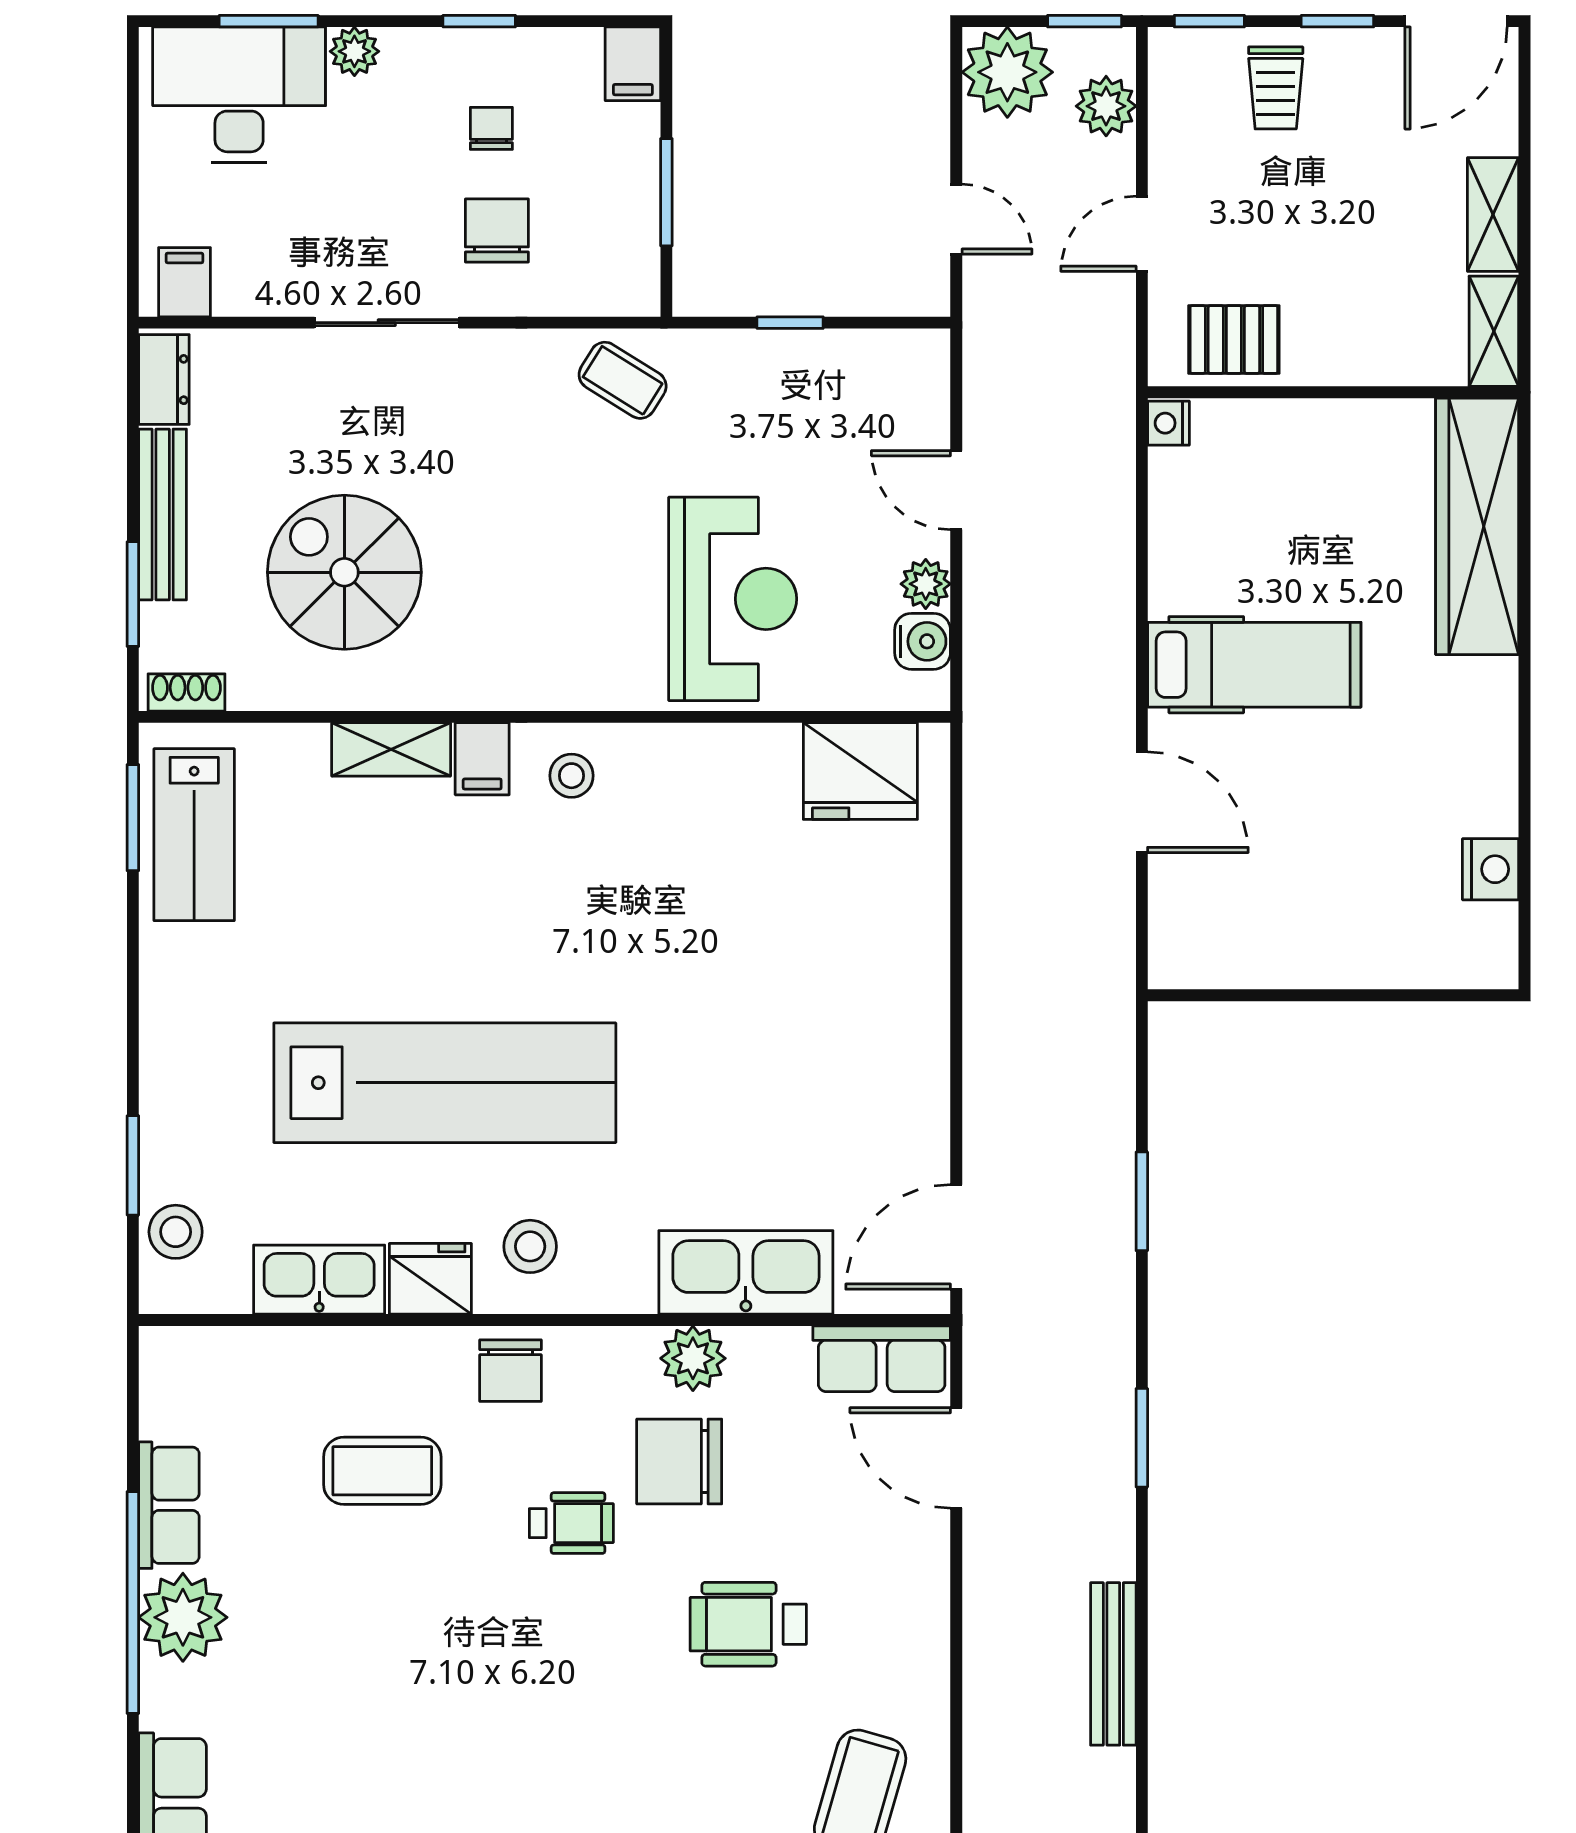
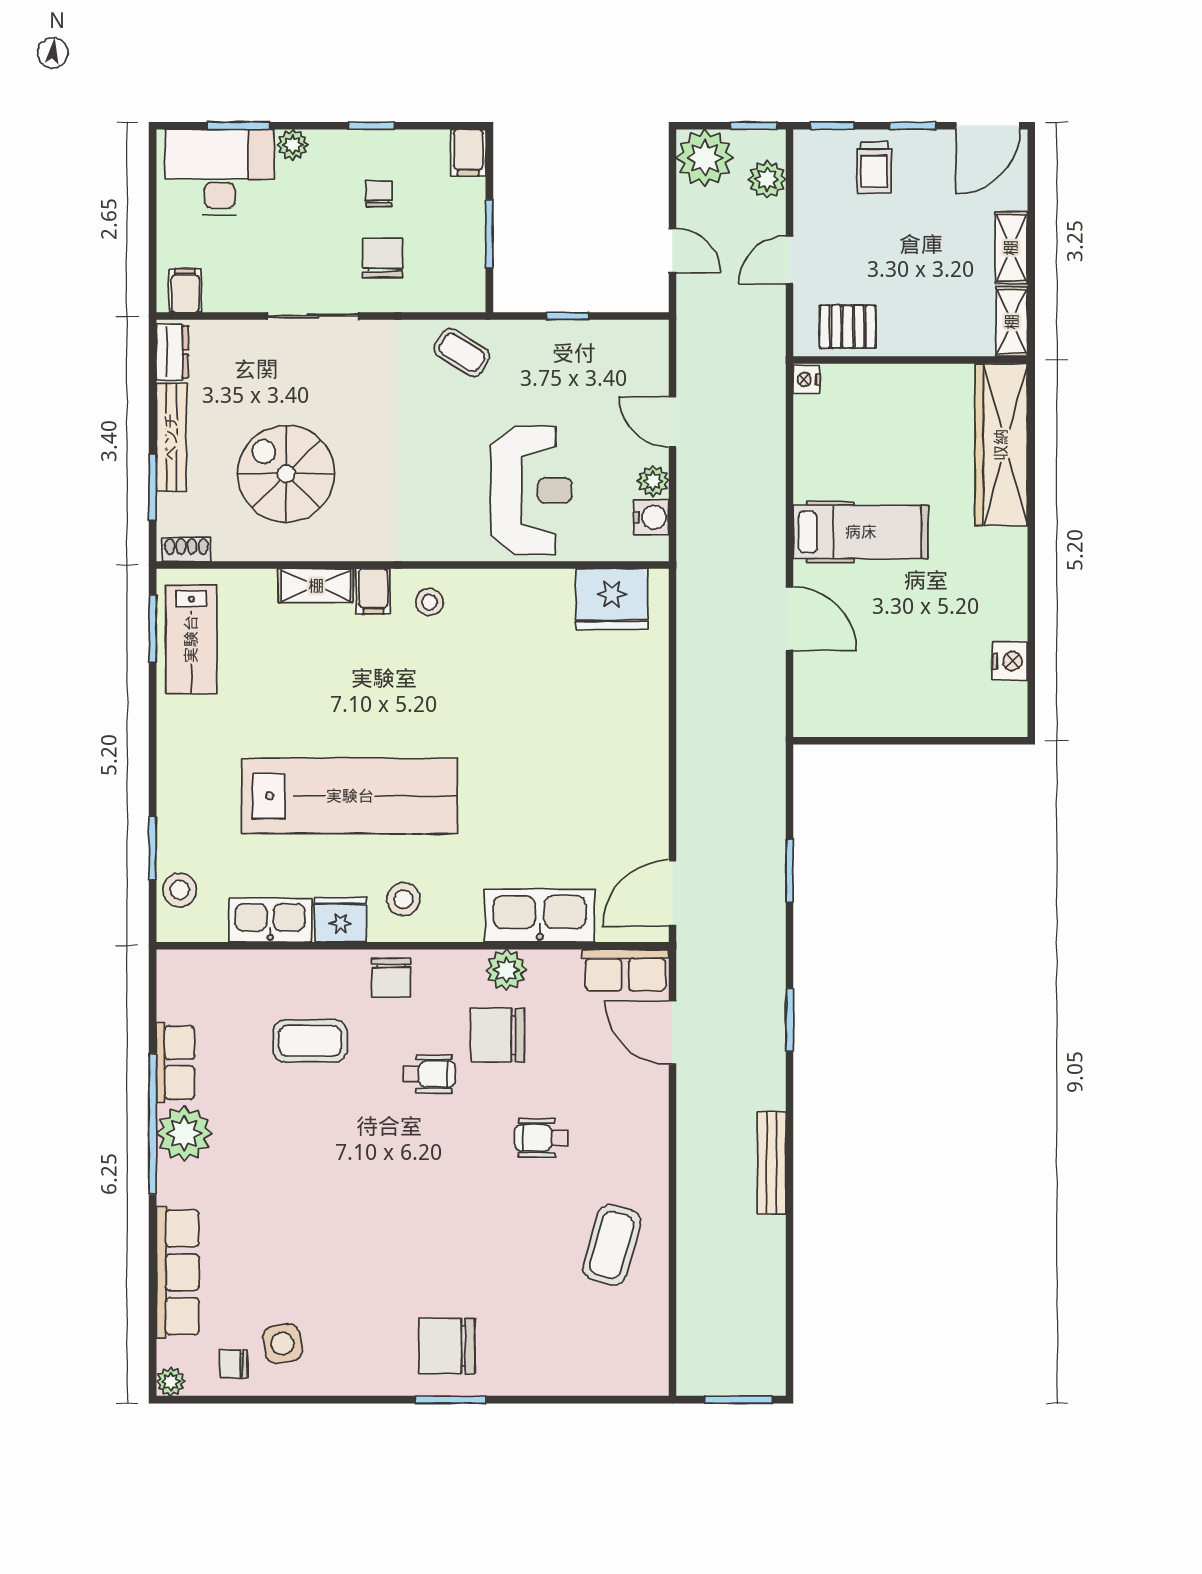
wheelchair: (748, 1624) -> (541, 1138), width x0.73, depth x0.73

